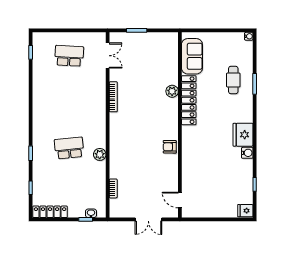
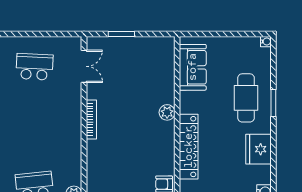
cafe table: (233, 80) -> (246, 98), width x1.37, depth x1.35
locker: (189, 100) -> (189, 147), moved
fridge: (243, 135) -> (259, 149), moved

